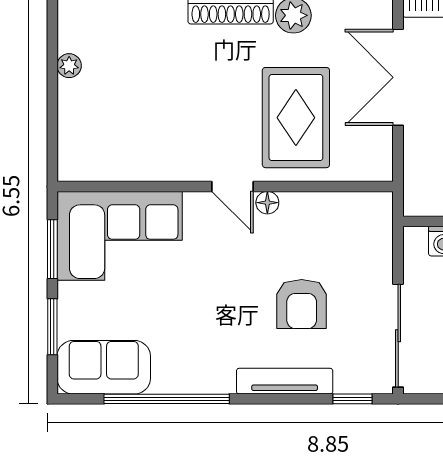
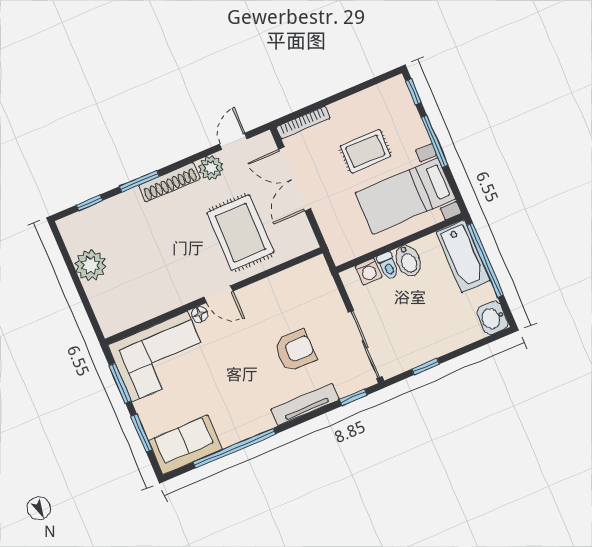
plant: (69, 66) -> (91, 265), width x1.87, depth x1.87
floor lamp: (267, 203) -> (200, 314), moved
armchair: (302, 304) -> (295, 350), turned -90

